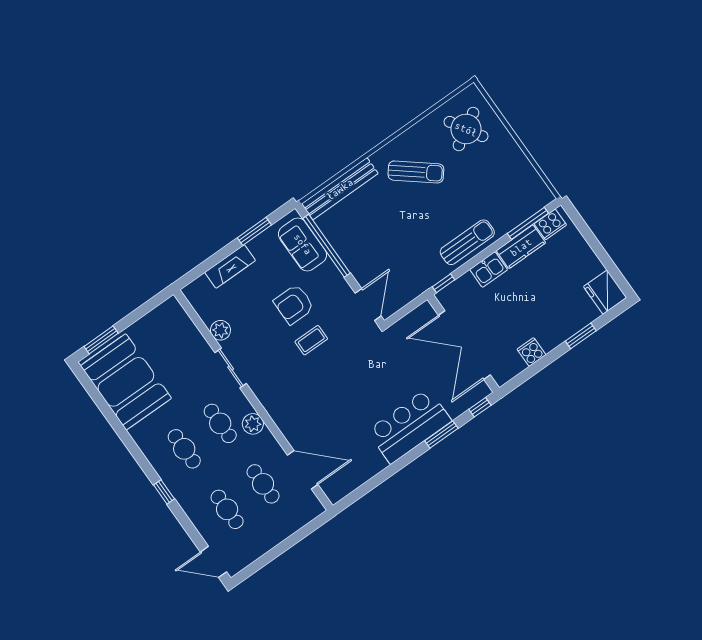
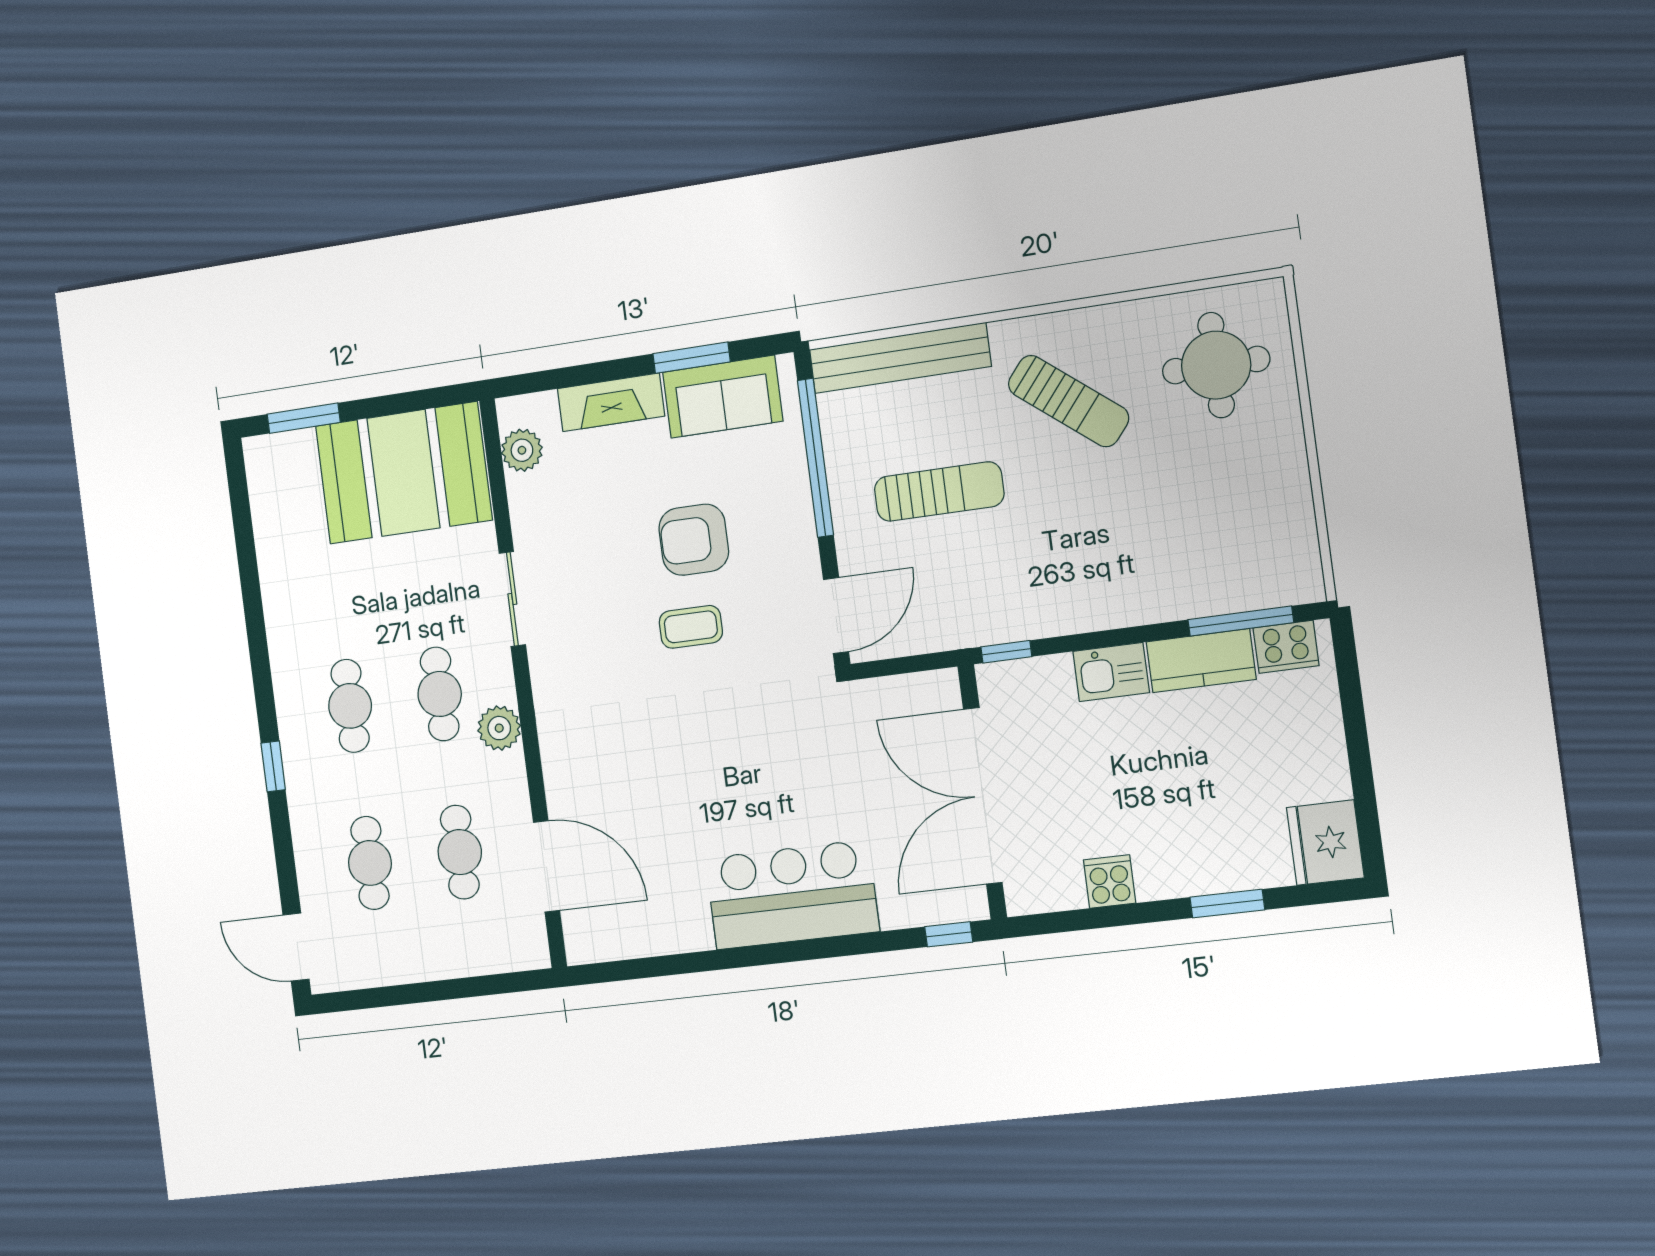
round table: (466, 129) -> (1216, 365), turned 31
sun lounger: (467, 242) -> (939, 492), moved
sofa: (303, 244) -> (723, 397), moved, turned -90
plant: (220, 330) -> (522, 450), moved
booth: (126, 382) -> (403, 473), moved, turned 90
window: (441, 435) -> (845, 946), removed

